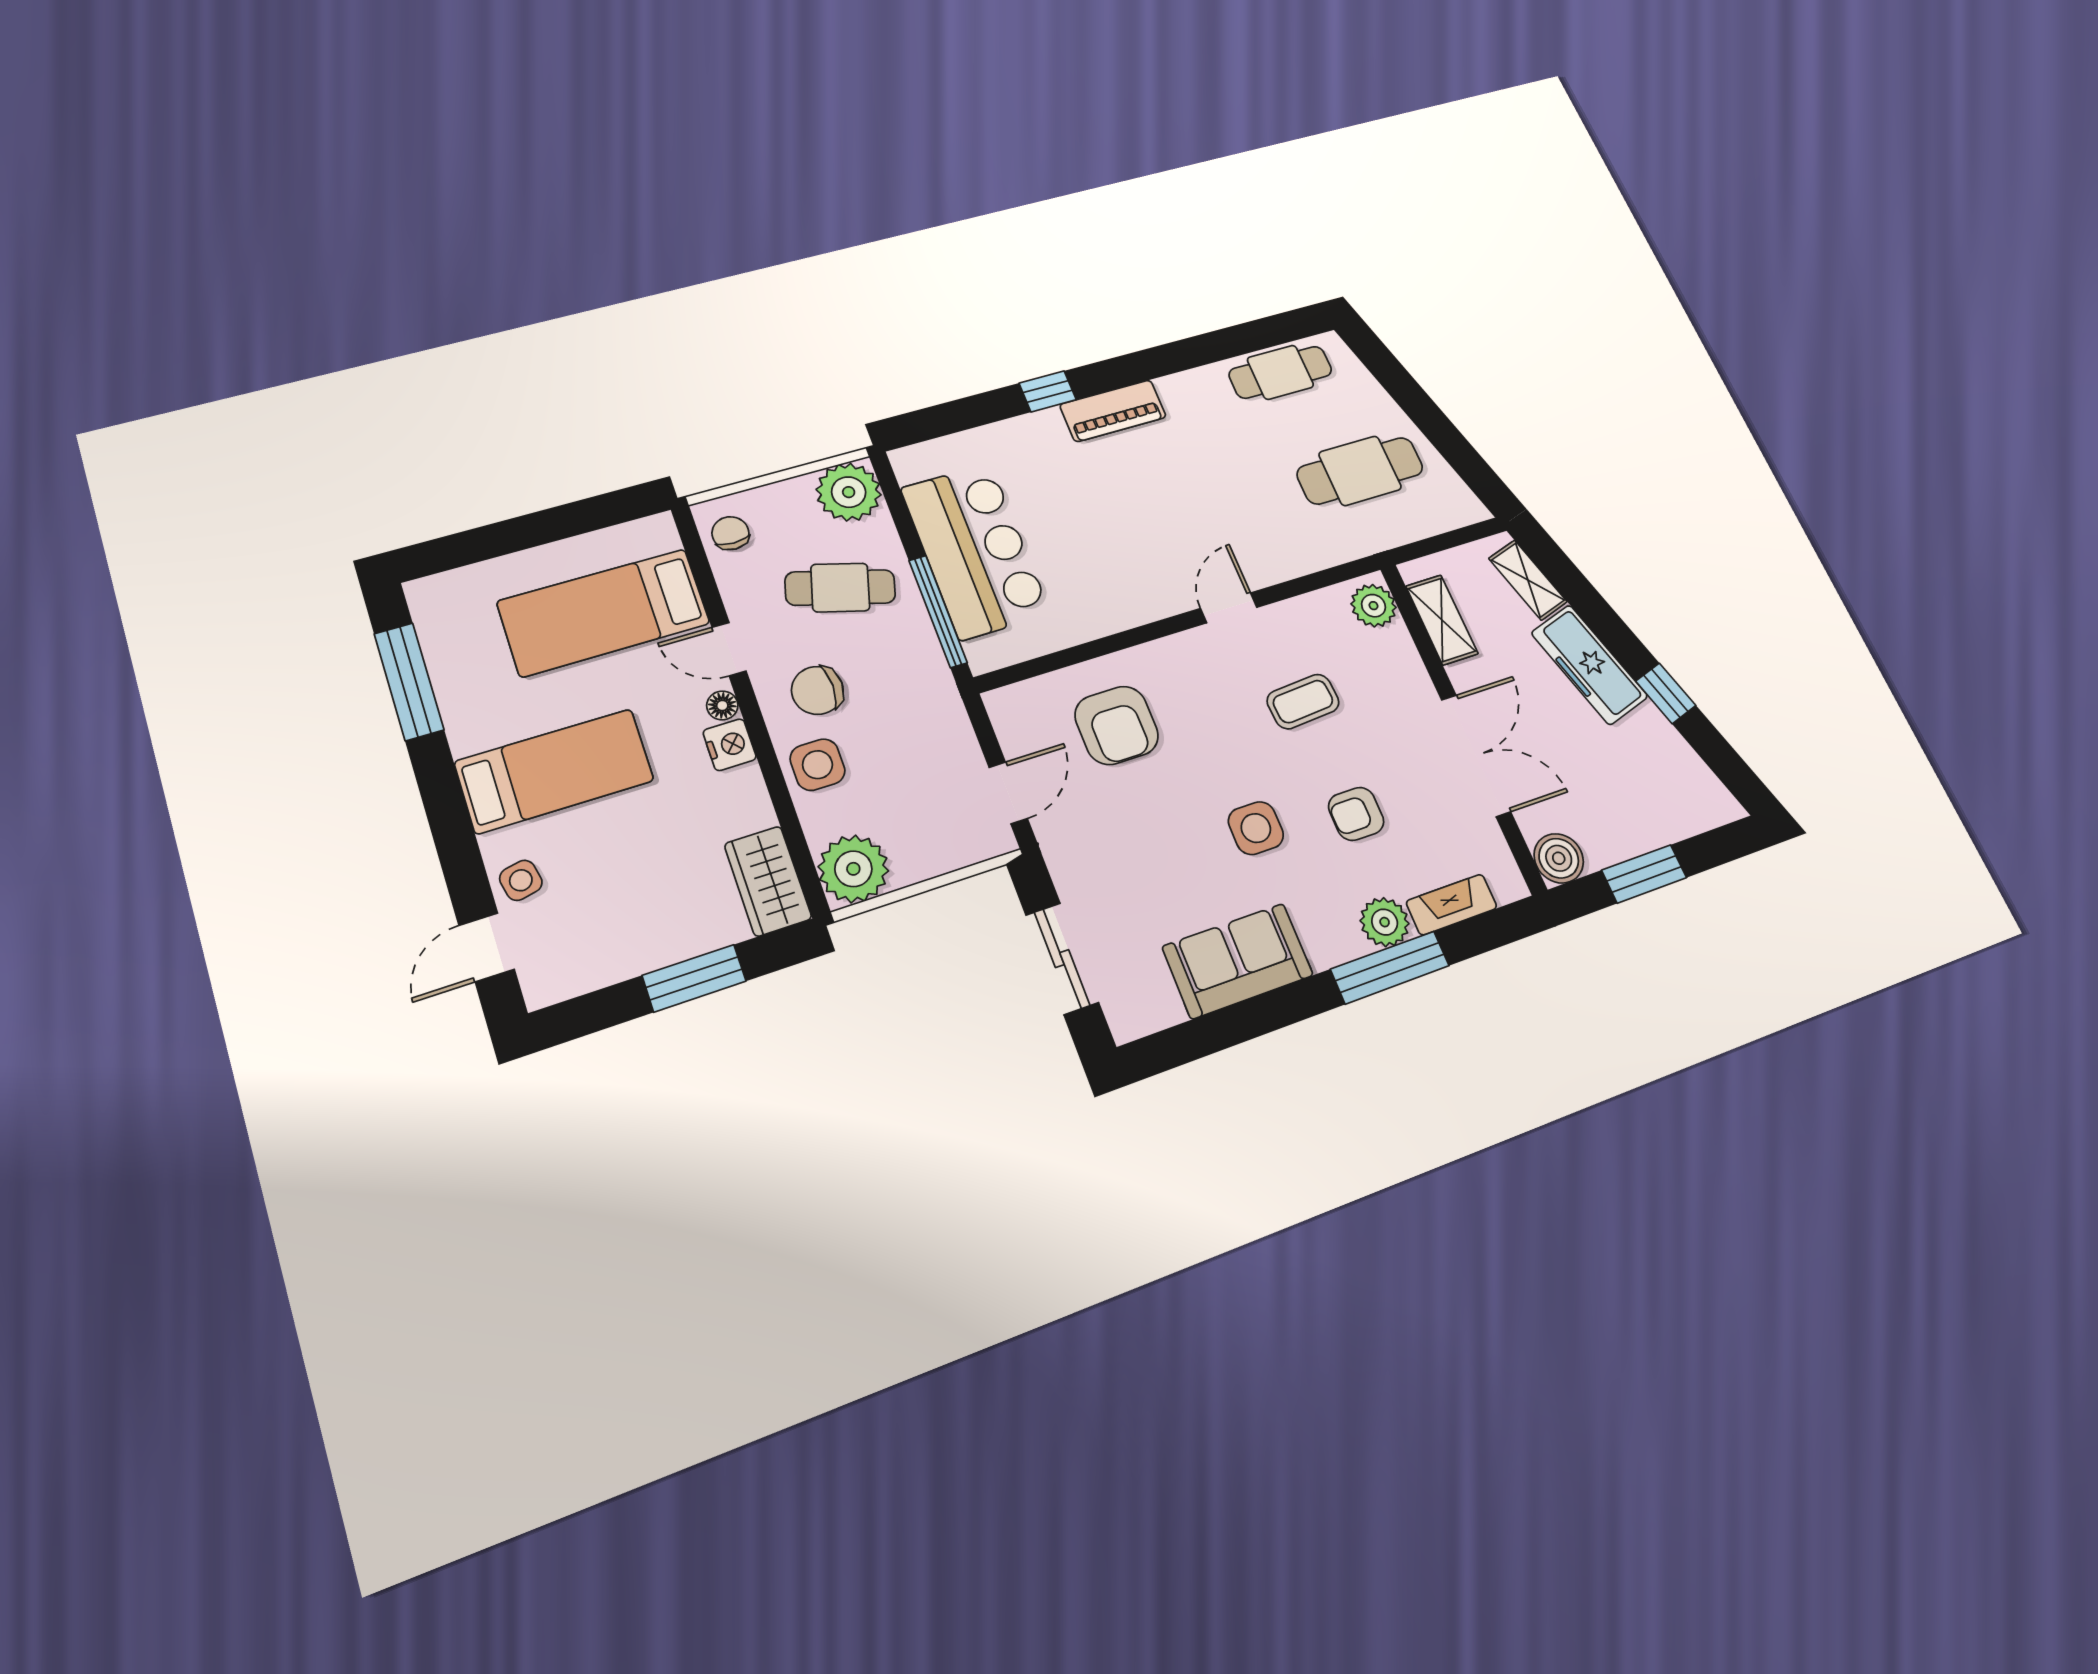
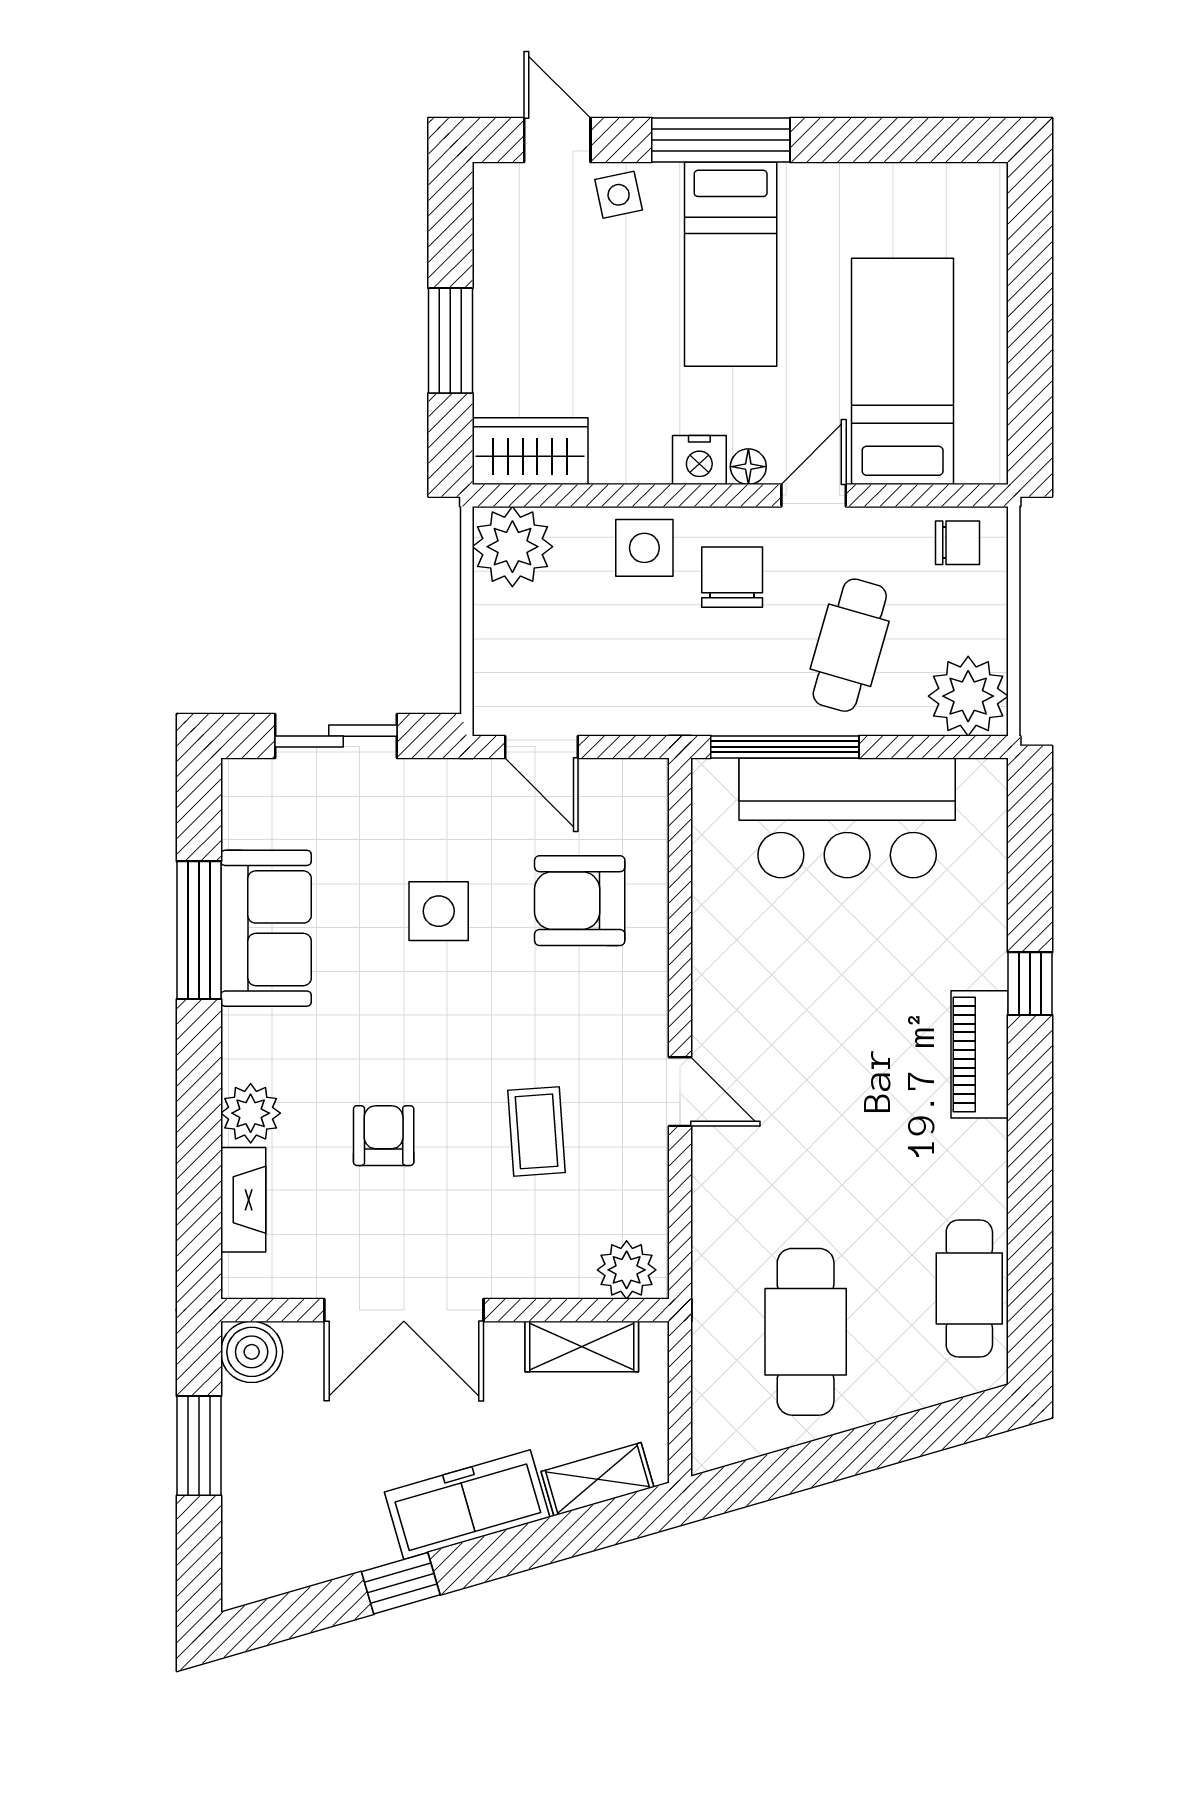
window: (409, 682) -> (721, 140), moved
side table: (1256, 828) -> (439, 911), moved
window: (1390, 967) -> (199, 930), moved

